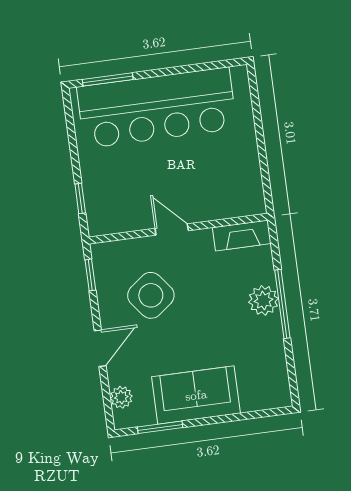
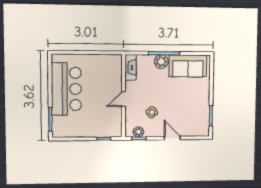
bar counter: (157, 108) -> (66, 89), width x0.73
side table: (151, 295) -> (152, 112), width x0.54, depth x0.54
sofa: (196, 395) -> (188, 66), moved, turned -90
plant: (121, 397) -> (138, 132), moved

